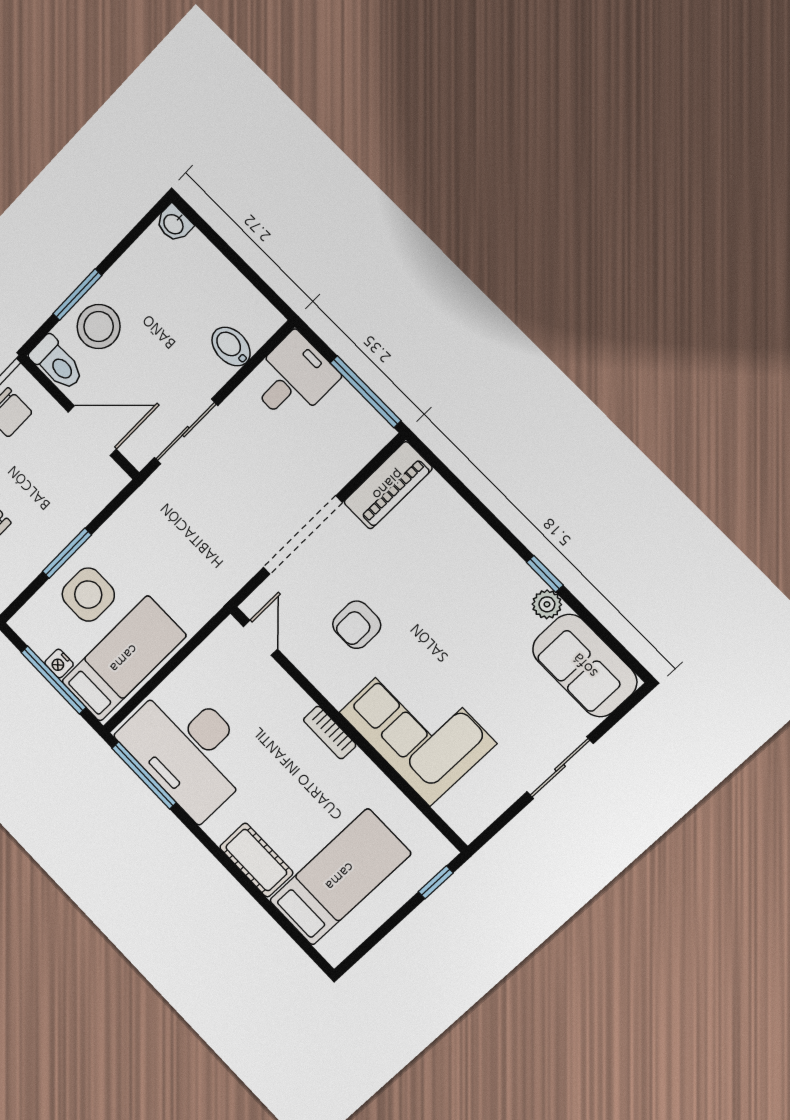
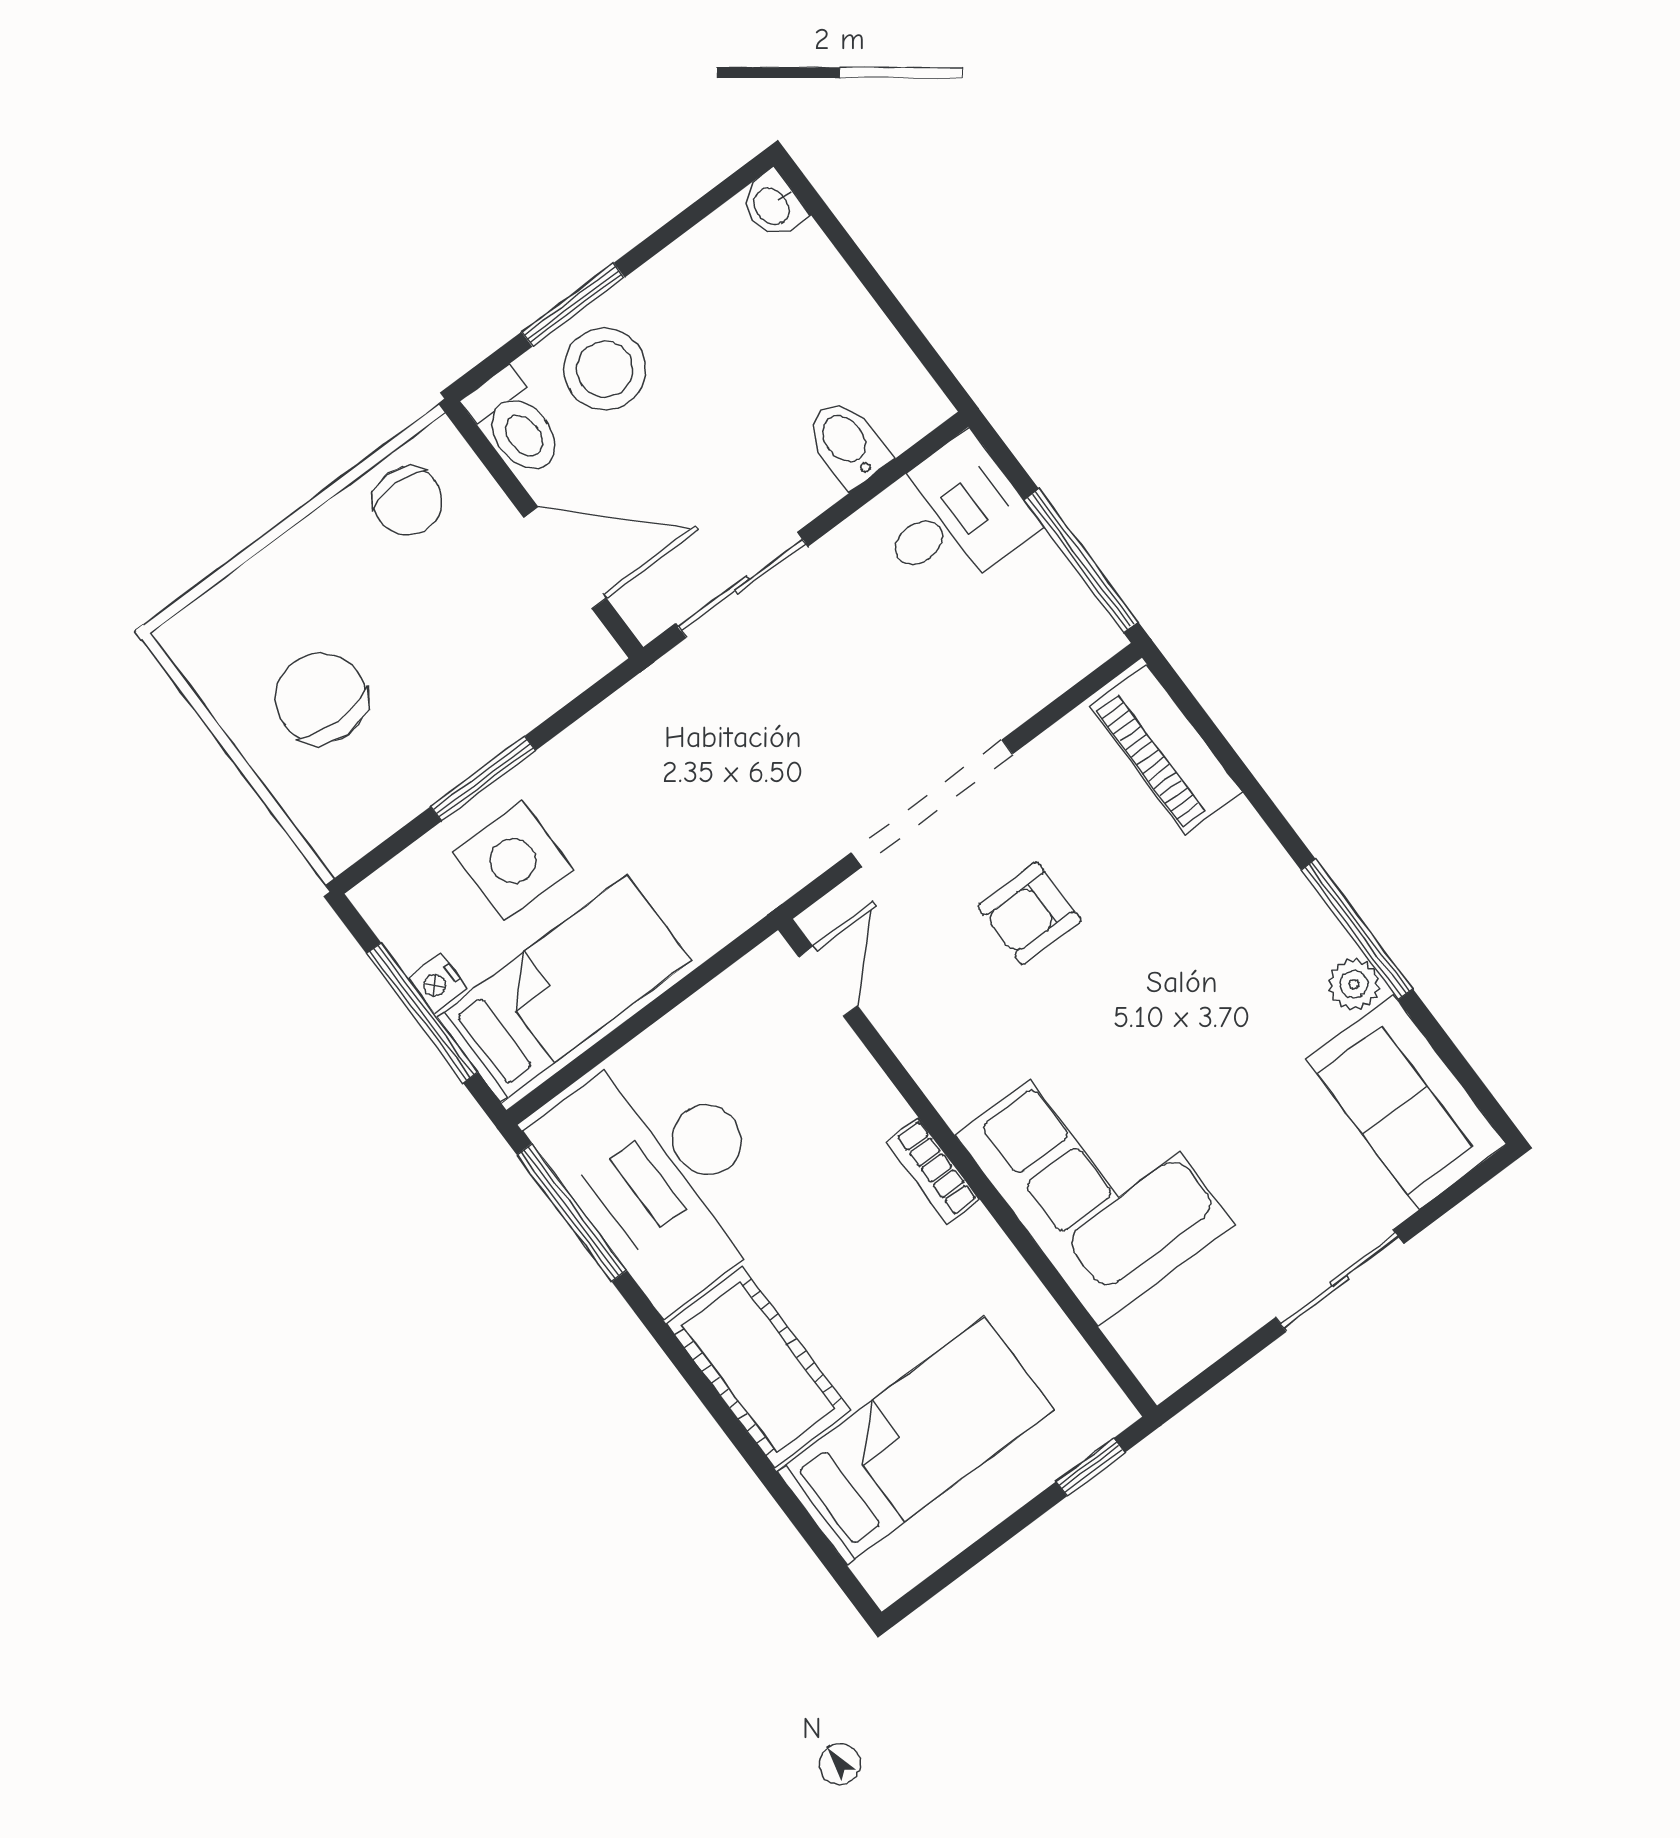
piano: (388, 485) -> (1166, 749), moved, turned 90
window: (545, 574) -> (1357, 929), width x2.17
armchair: (357, 625) -> (1029, 913), moved
cot: (256, 860) -> (758, 1367), width x1.37, depth x1.34

